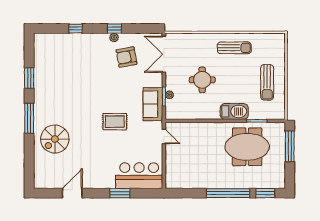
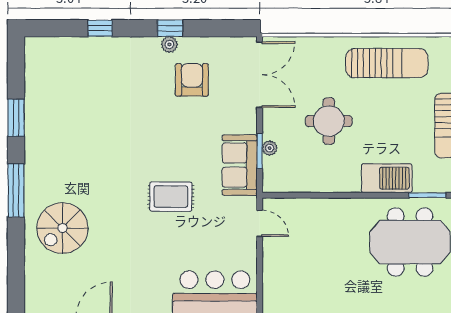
sun lounger: (234, 48) -> (387, 63), width x1.36, depth x1.34
double door: (164, 54) -> (260, 75), swing flipped
armchair: (126, 57) -> (192, 80), turned 100

